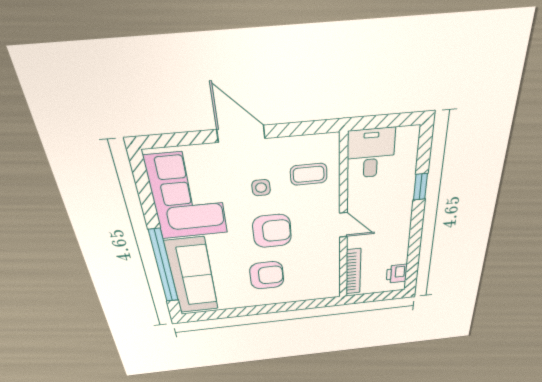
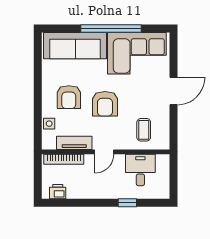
desk: (371, 153) -> (140, 170), moved, turned -90
side table: (261, 188) -> (49, 124), moved
tv unit: (331, 262) -> (74, 143), added
window: (164, 266) -> (111, 28), moved

